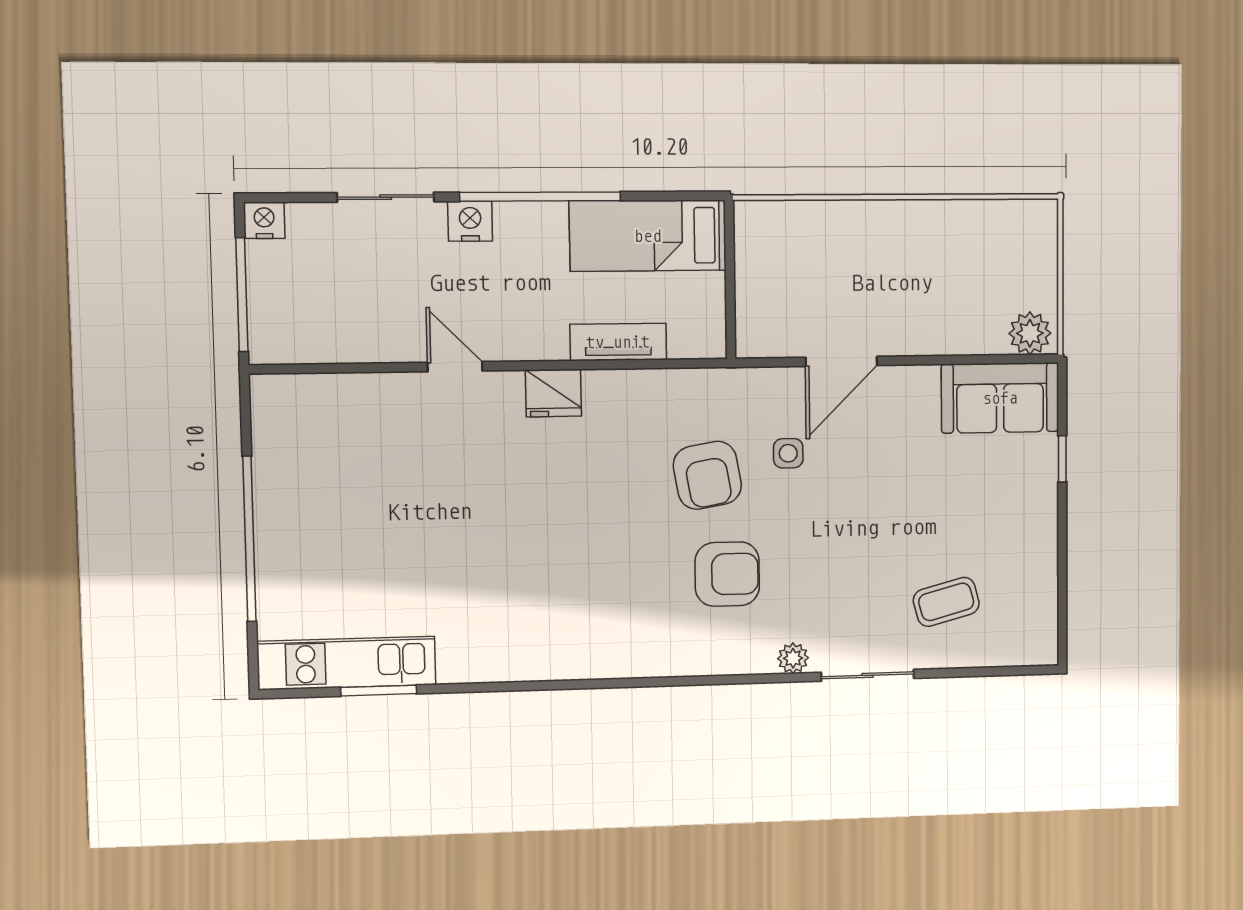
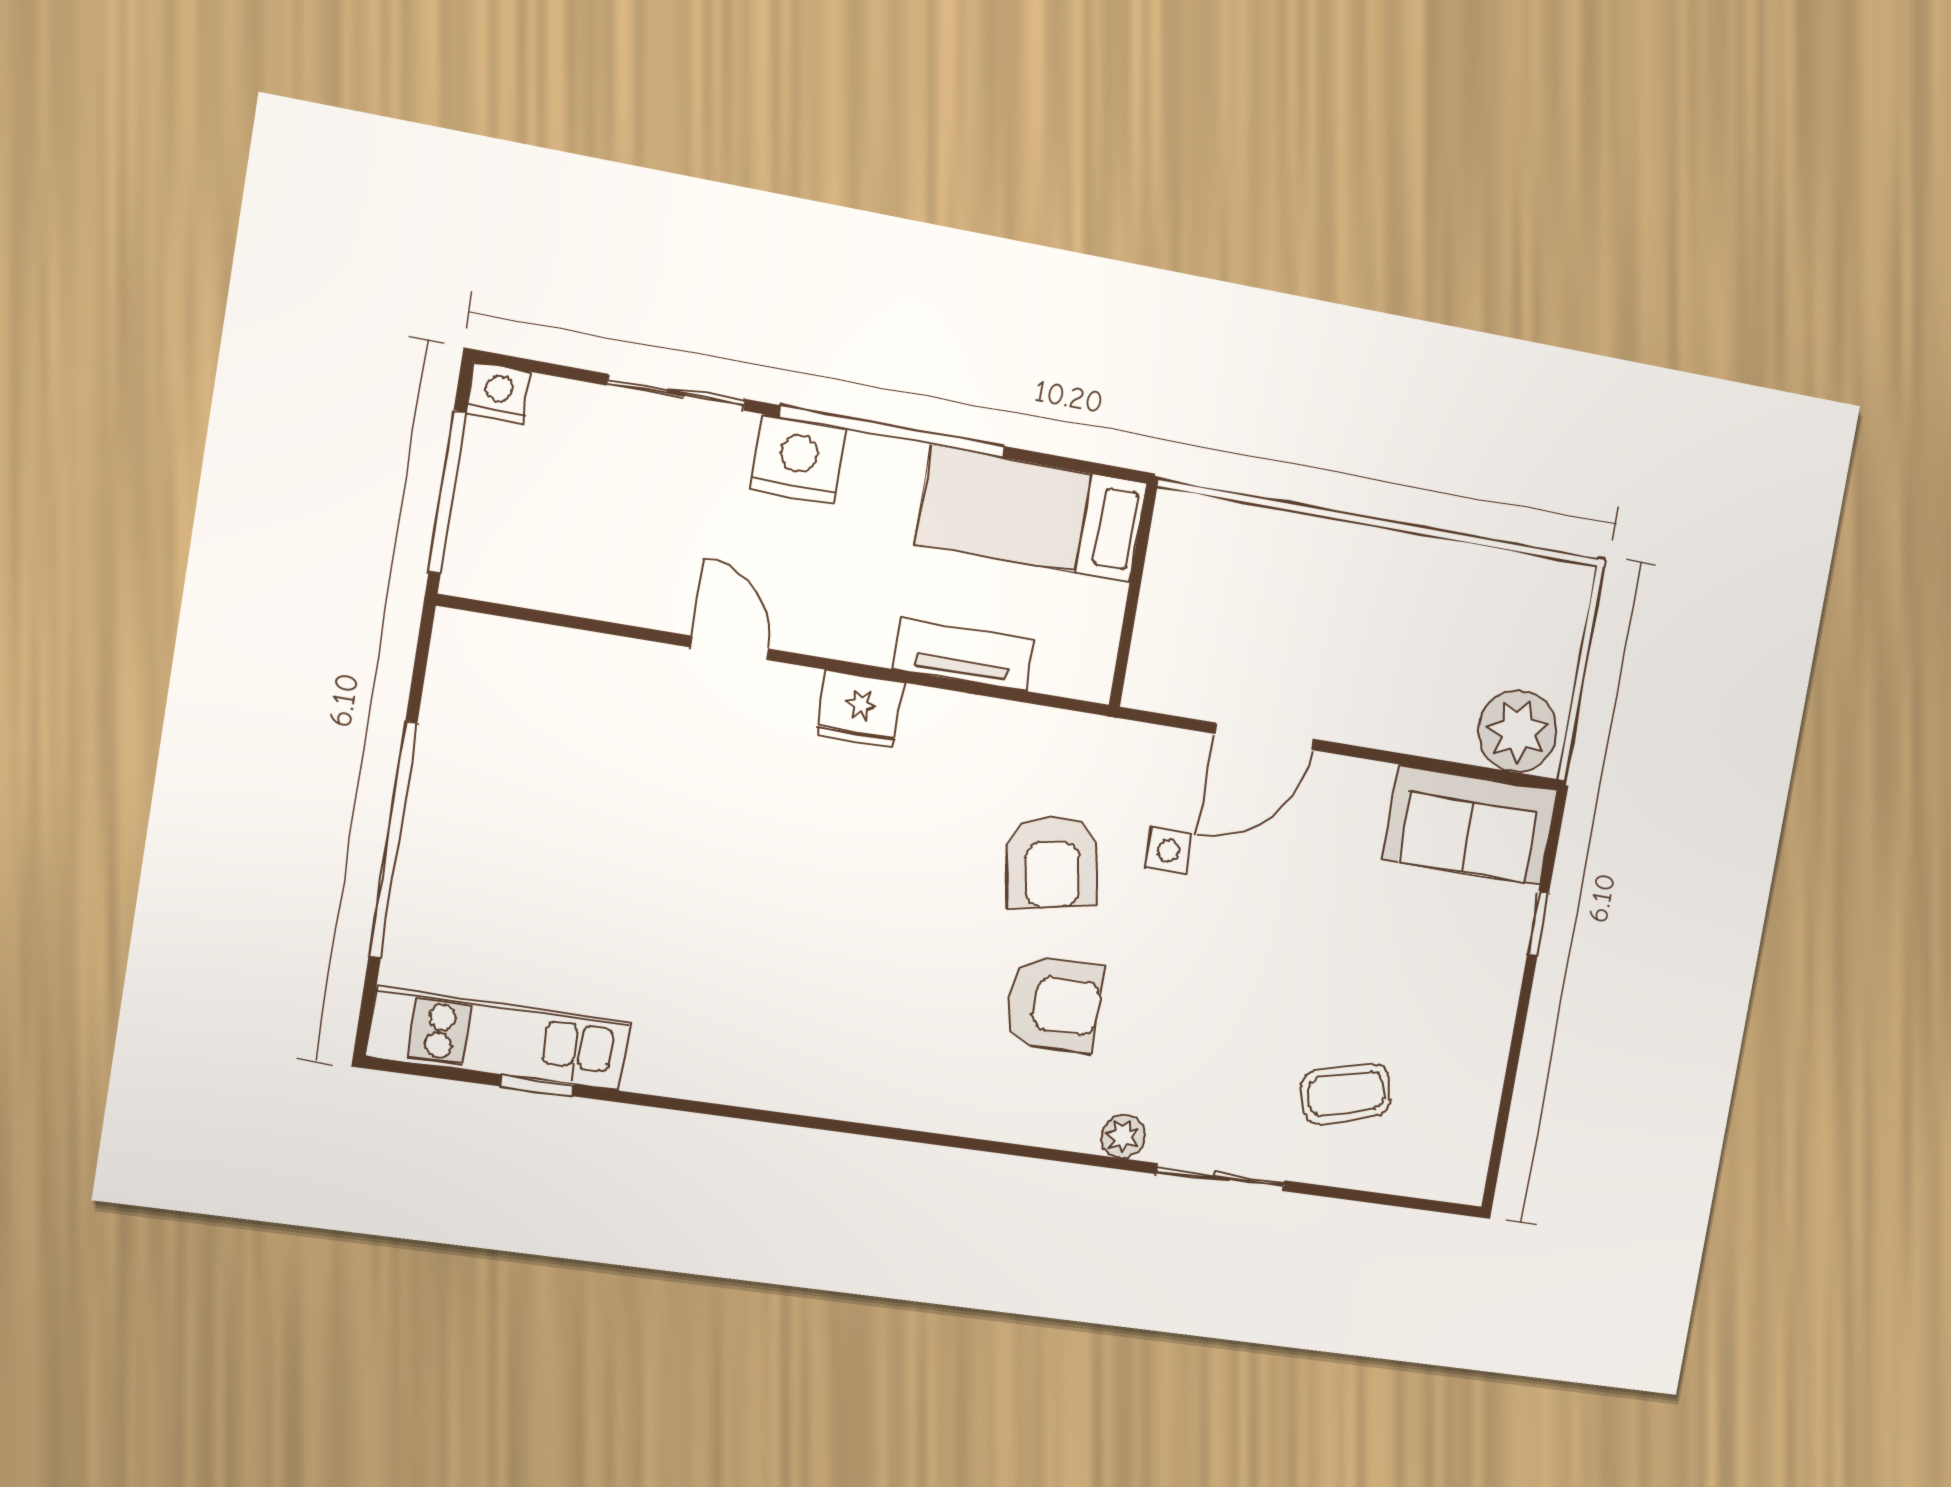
nightstand: (470, 221) -> (798, 459), width x1.36, depth x1.33
plant: (1030, 333) -> (1518, 731), width x1.36, depth x1.36
window: (379, 691) -> (537, 1086), width x0.67

